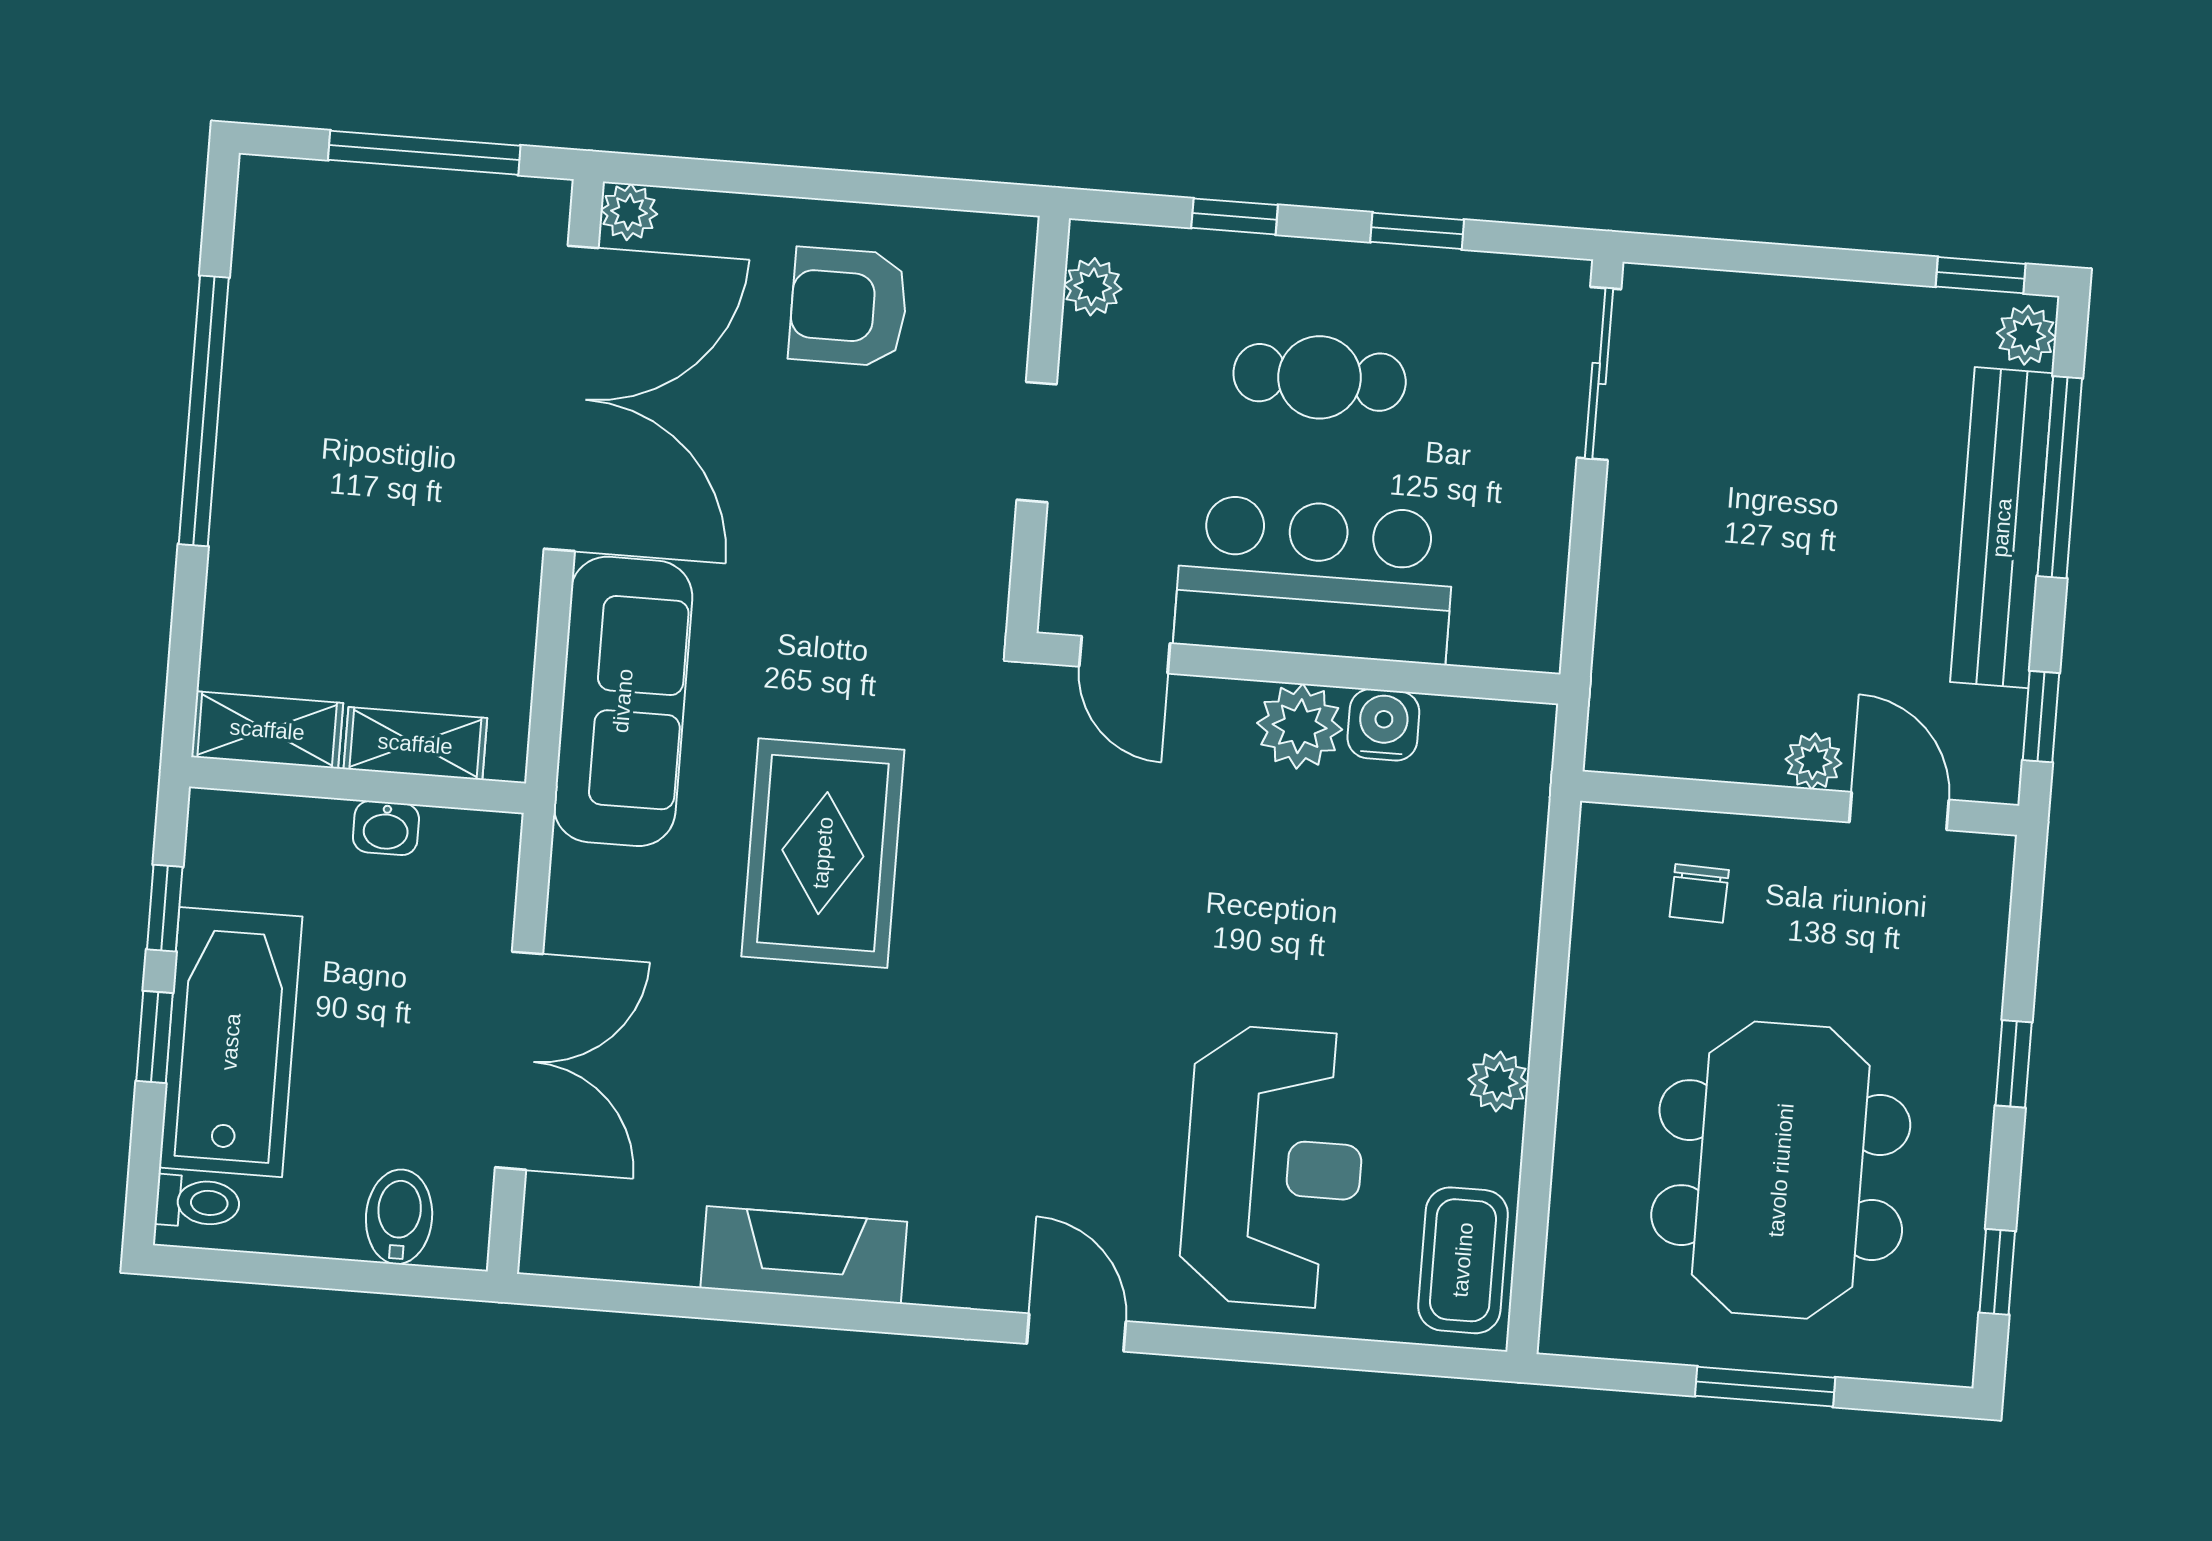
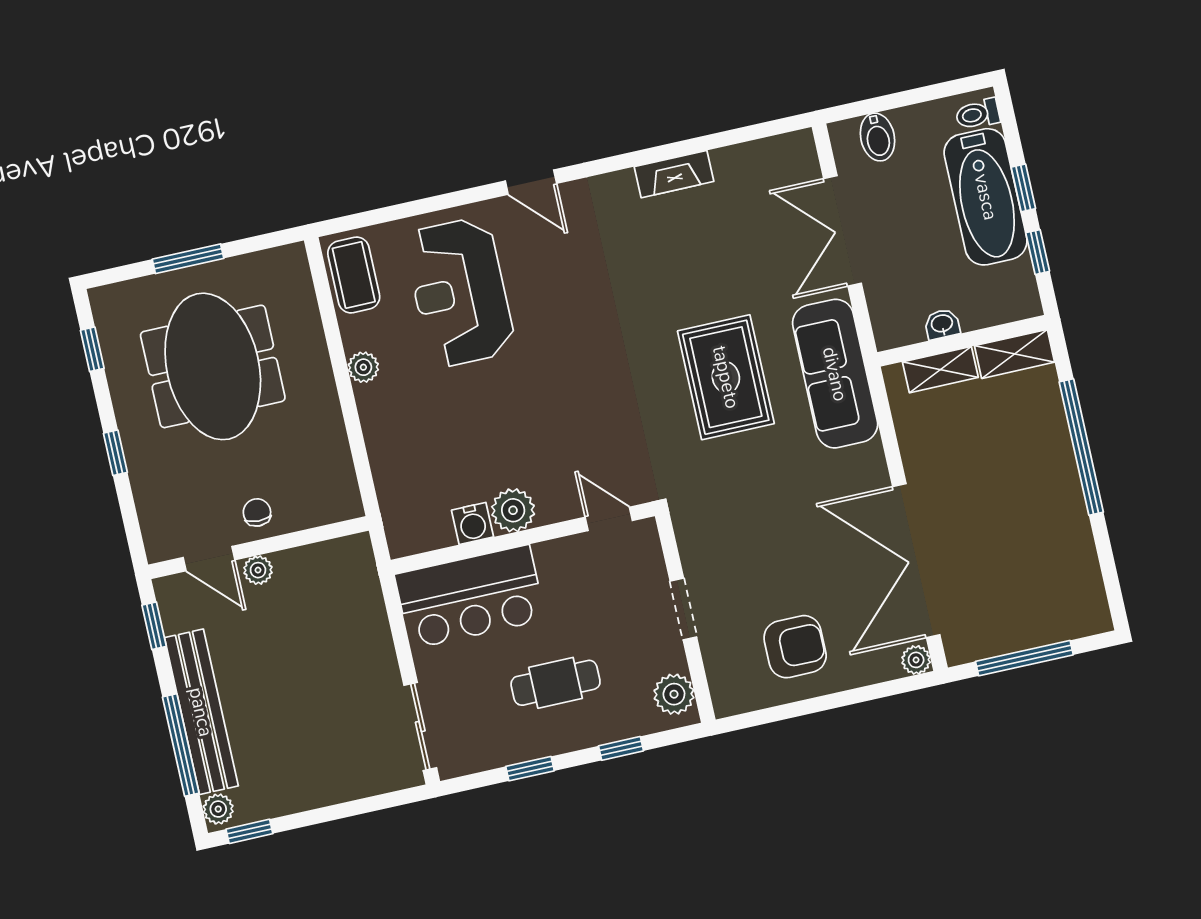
plant: (1093, 287) -> (674, 694), width x1.38, depth x1.38
window: (204, 411) -> (1081, 447), moved
bar counter: (1315, 579) -> (470, 597), moved
sofa: (623, 701) -> (835, 374), moved
chair: (1699, 893) -> (257, 512), moved
fireplace: (804, 1255) -> (674, 174), width x0.73, depth x0.76

